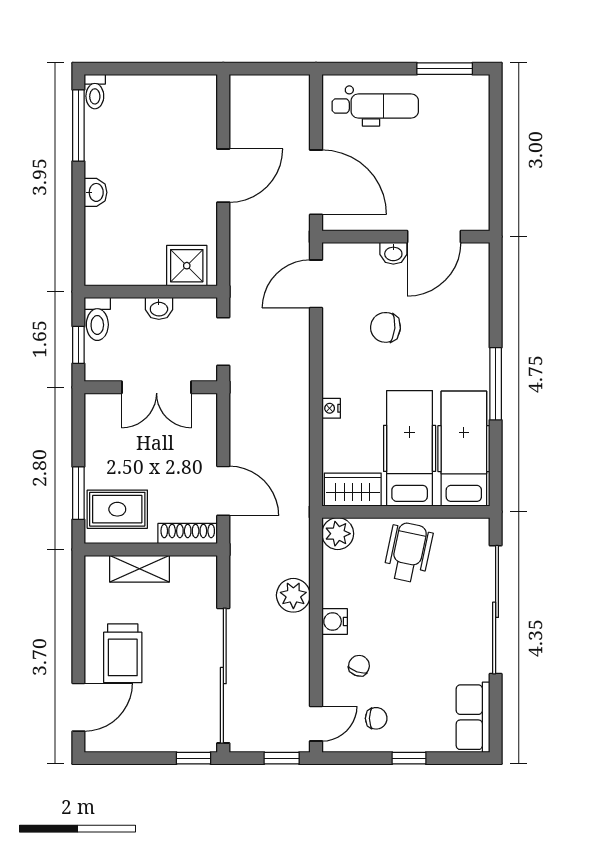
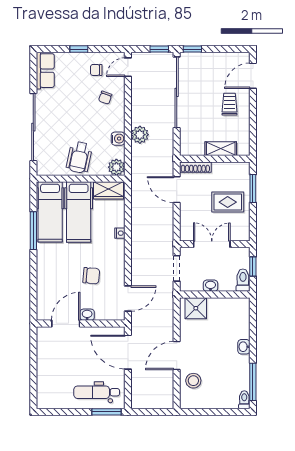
window: (445, 69) -> (107, 412), moved
stool: (192, 128) -> (193, 381), added
window: (496, 384) -> (33, 231), moved
rug: (117, 509) -> (228, 202), moved
water cooler: (335, 621) -> (118, 139), moved
trolley: (123, 653) -> (230, 104), width x0.73, depth x0.72
window: (282, 758) -> (159, 49), moved

